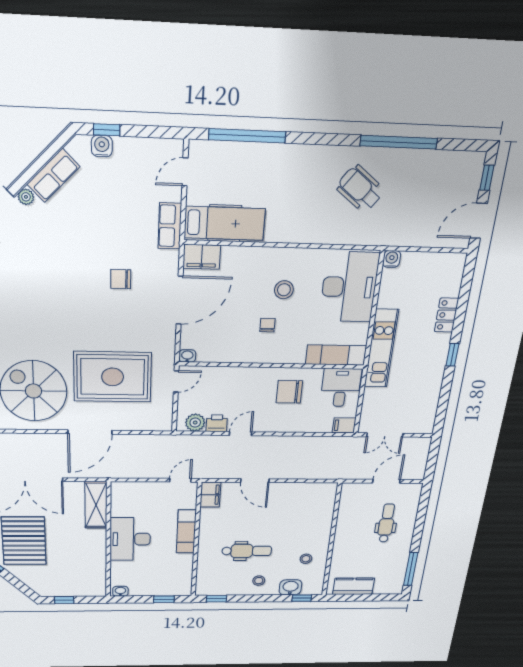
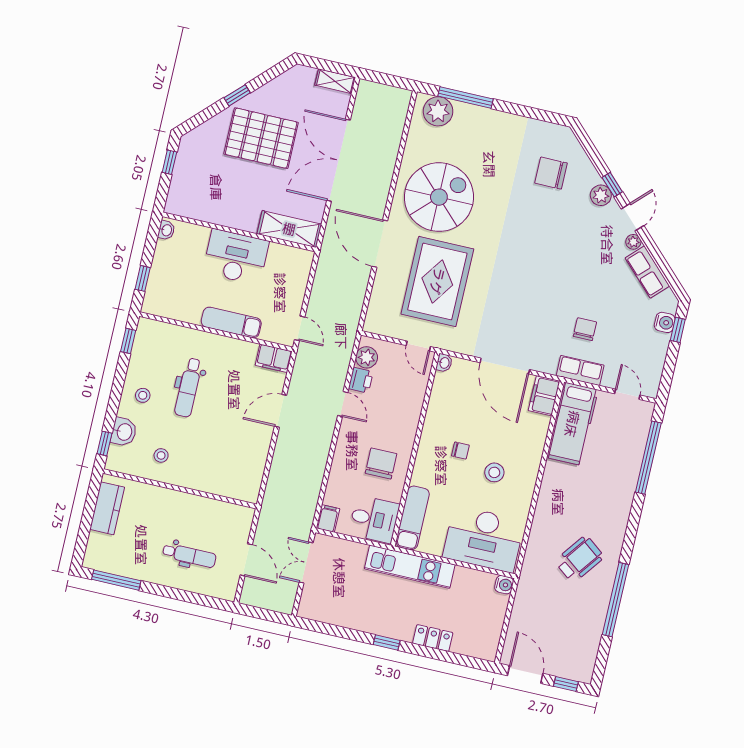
chair: (121, 279) -> (585, 329), moved

